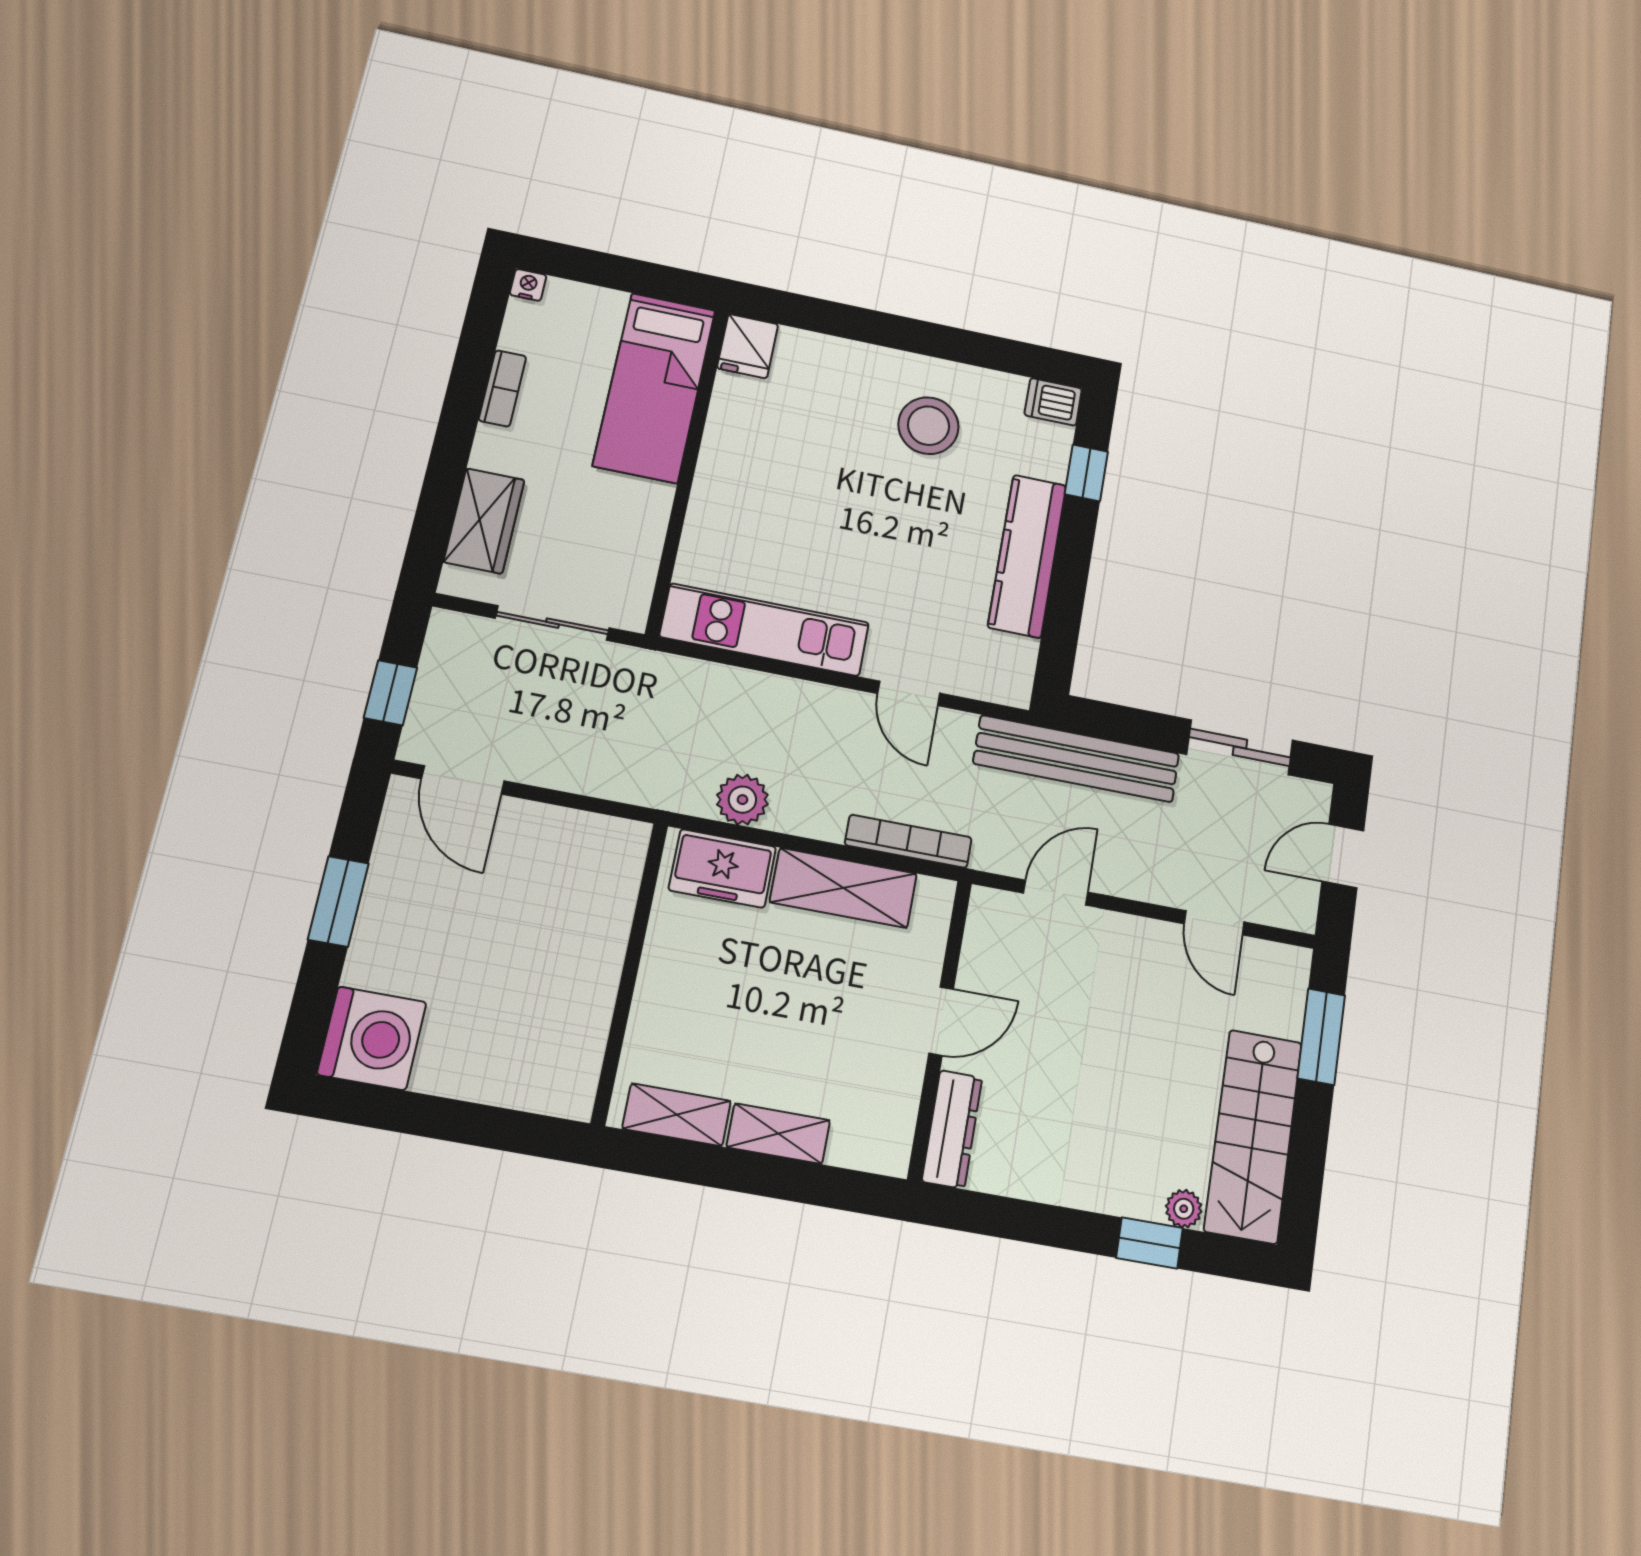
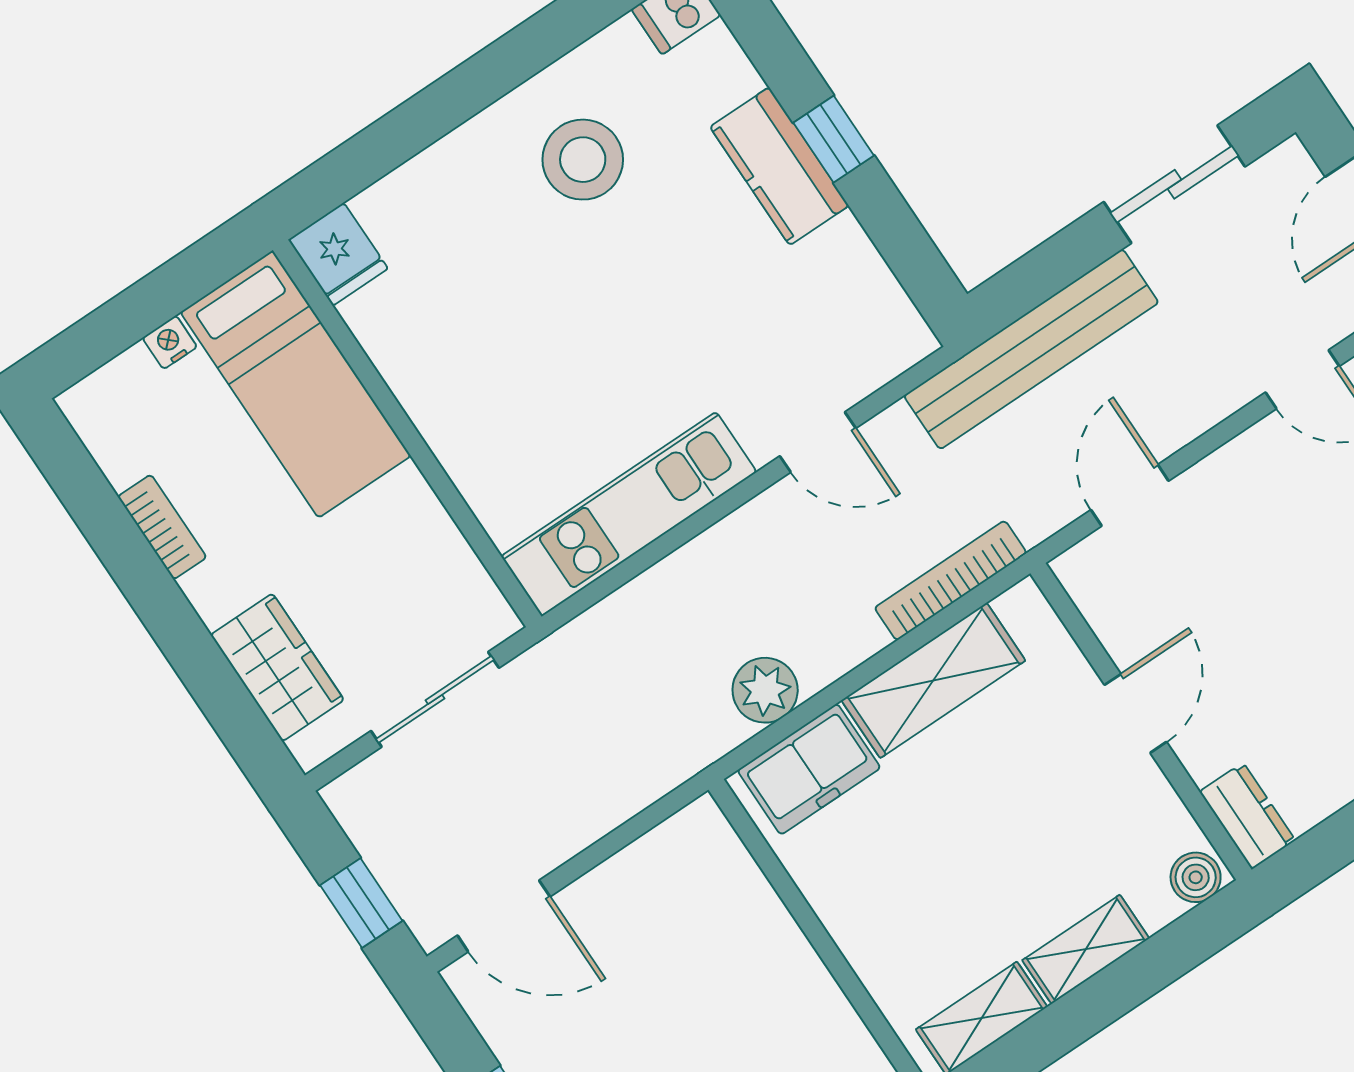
nightstand: (528, 285) -> (170, 342), moved
window: (1086, 473) -> (834, 139), moved
kitchen counter: (1027, 556) -> (779, 166), width x0.67
dresser: (952, 1129) -> (1247, 816), width x0.70
boiler: (884, 1154) -> (1196, 877), added

